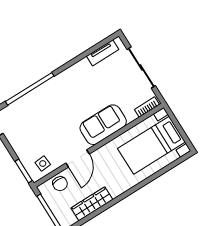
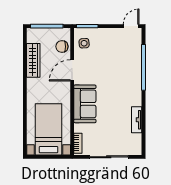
tv unit: (103, 53) -> (137, 120), moved
door: (78, 159) -> (72, 70), hinge flipped

